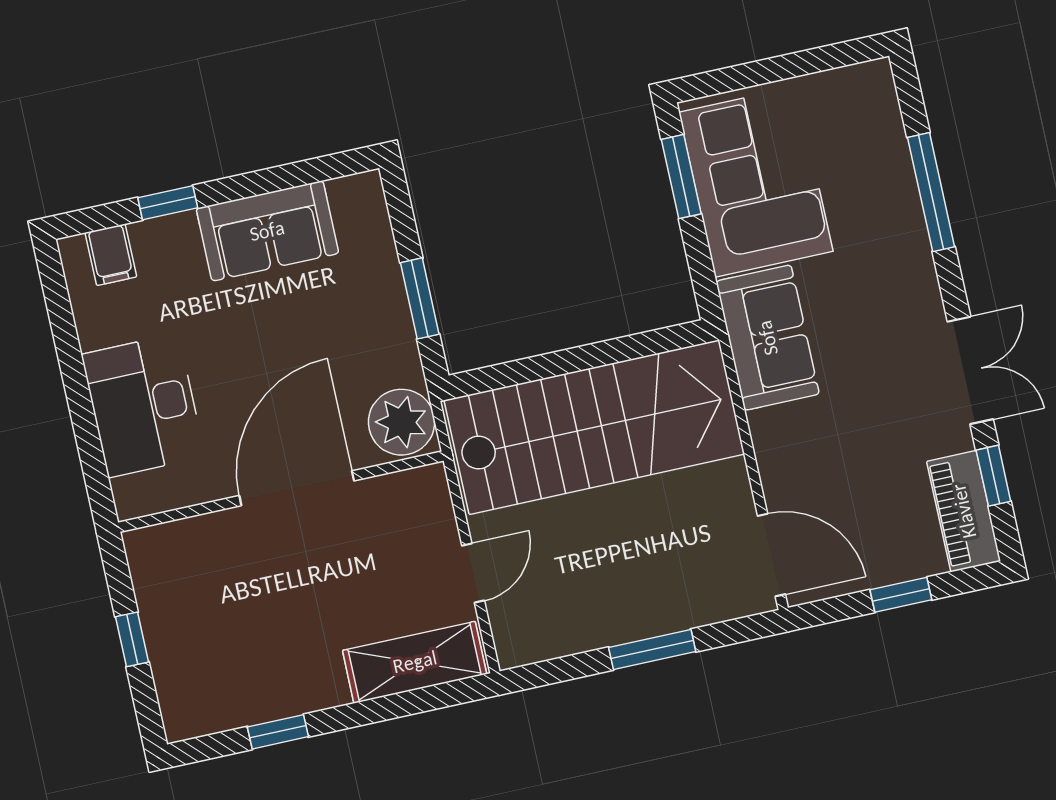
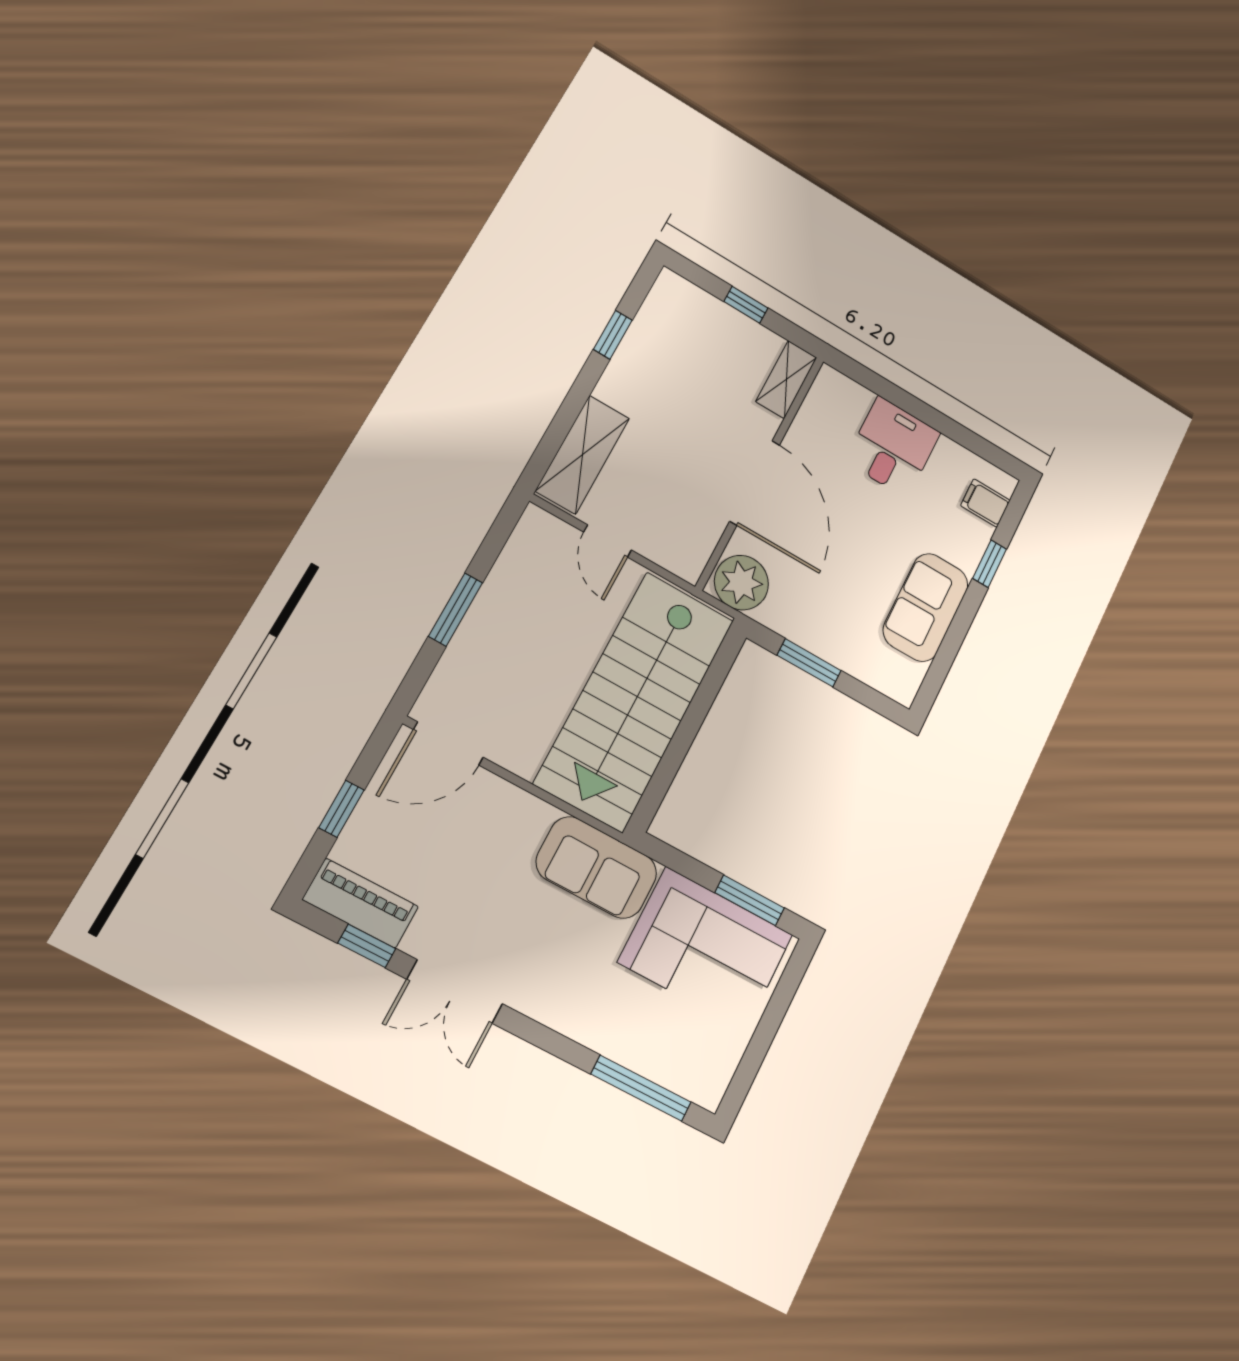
window: (931, 192) -> (641, 1088), moved
desk: (143, 405) -> (893, 447), width x0.73
shelving: (169, 542) -> (786, 379), added

